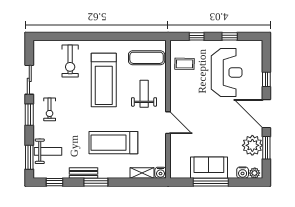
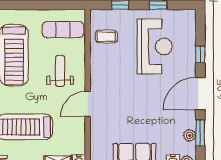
door: (266, 114) -> (200, 94), hinge flipped
door: (168, 123) -> (88, 104), swing flipped
plant: (252, 145) -> (190, 135), width x0.53, depth x0.53

